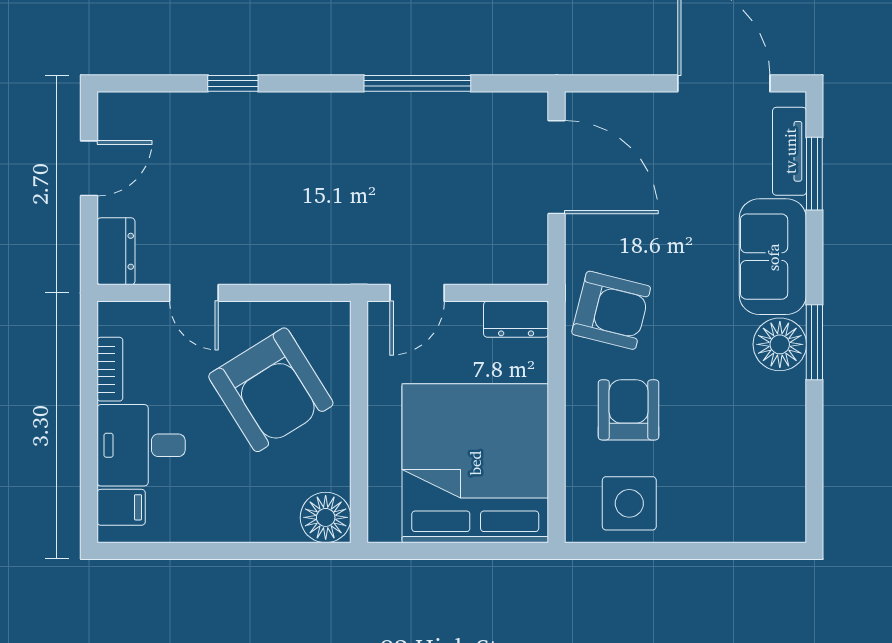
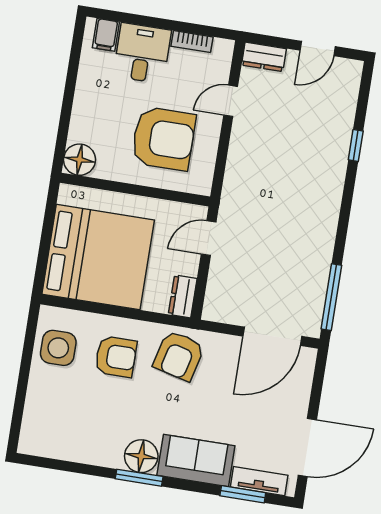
window: (417, 83) -> (331, 297), moved
door: (89, 168) -> (318, 48), hinge flipped
door: (417, 293) -> (209, 238), hinge flipped
armchair: (271, 390) -> (163, 139), turned -148

